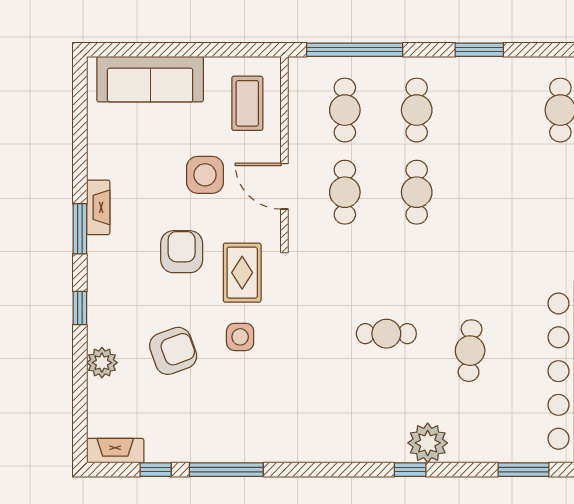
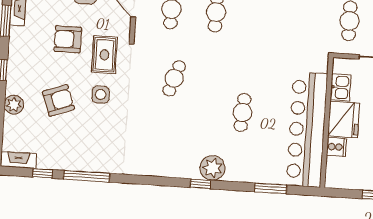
armchair: (182, 252) -> (68, 39), turned -90
cafe table: (386, 334) -> (174, 78), moved, turned -71

